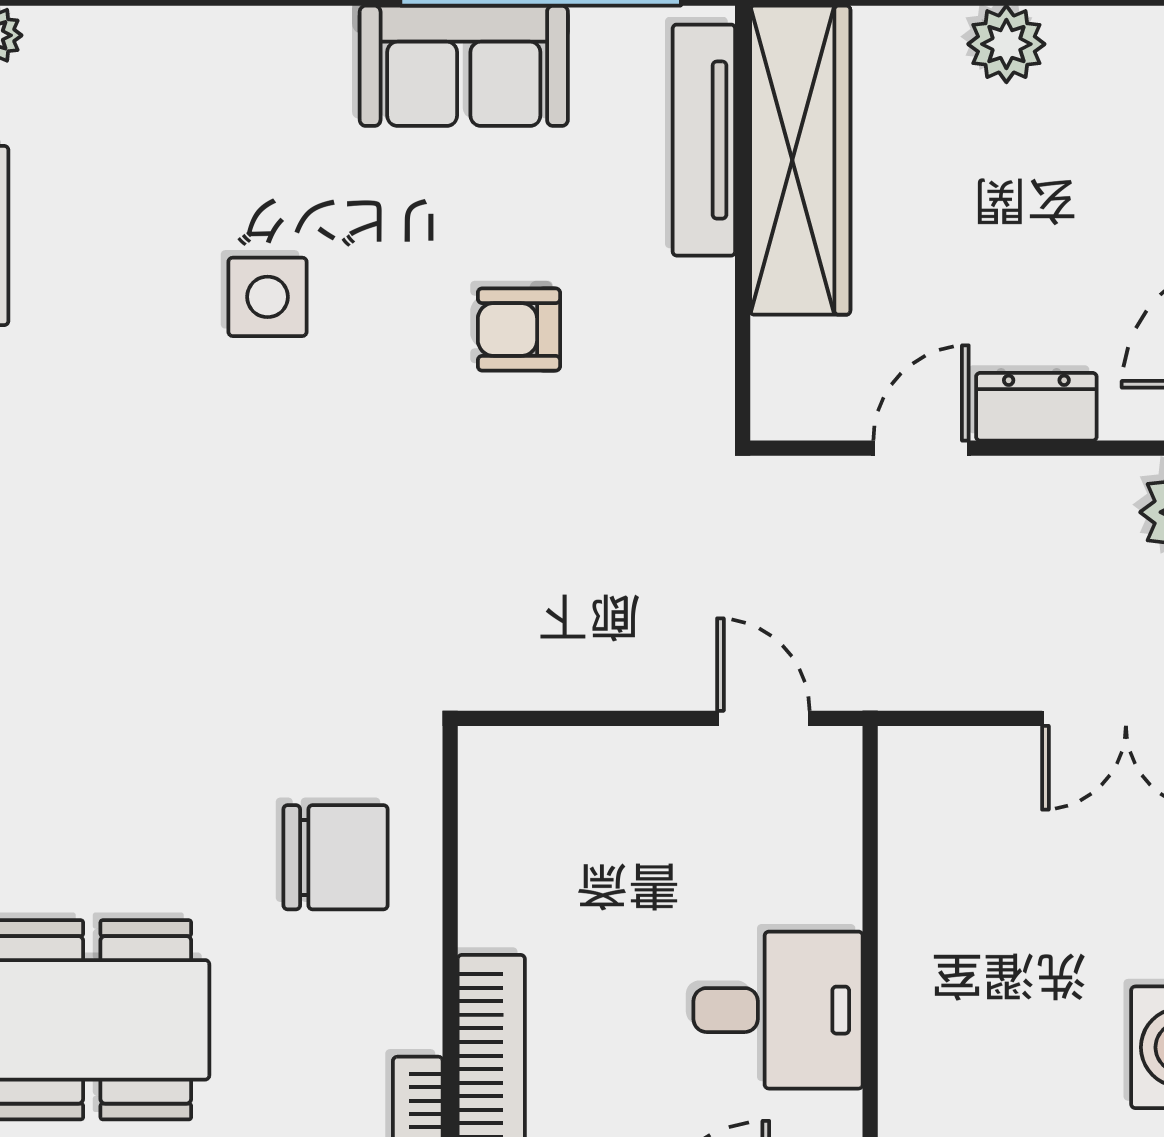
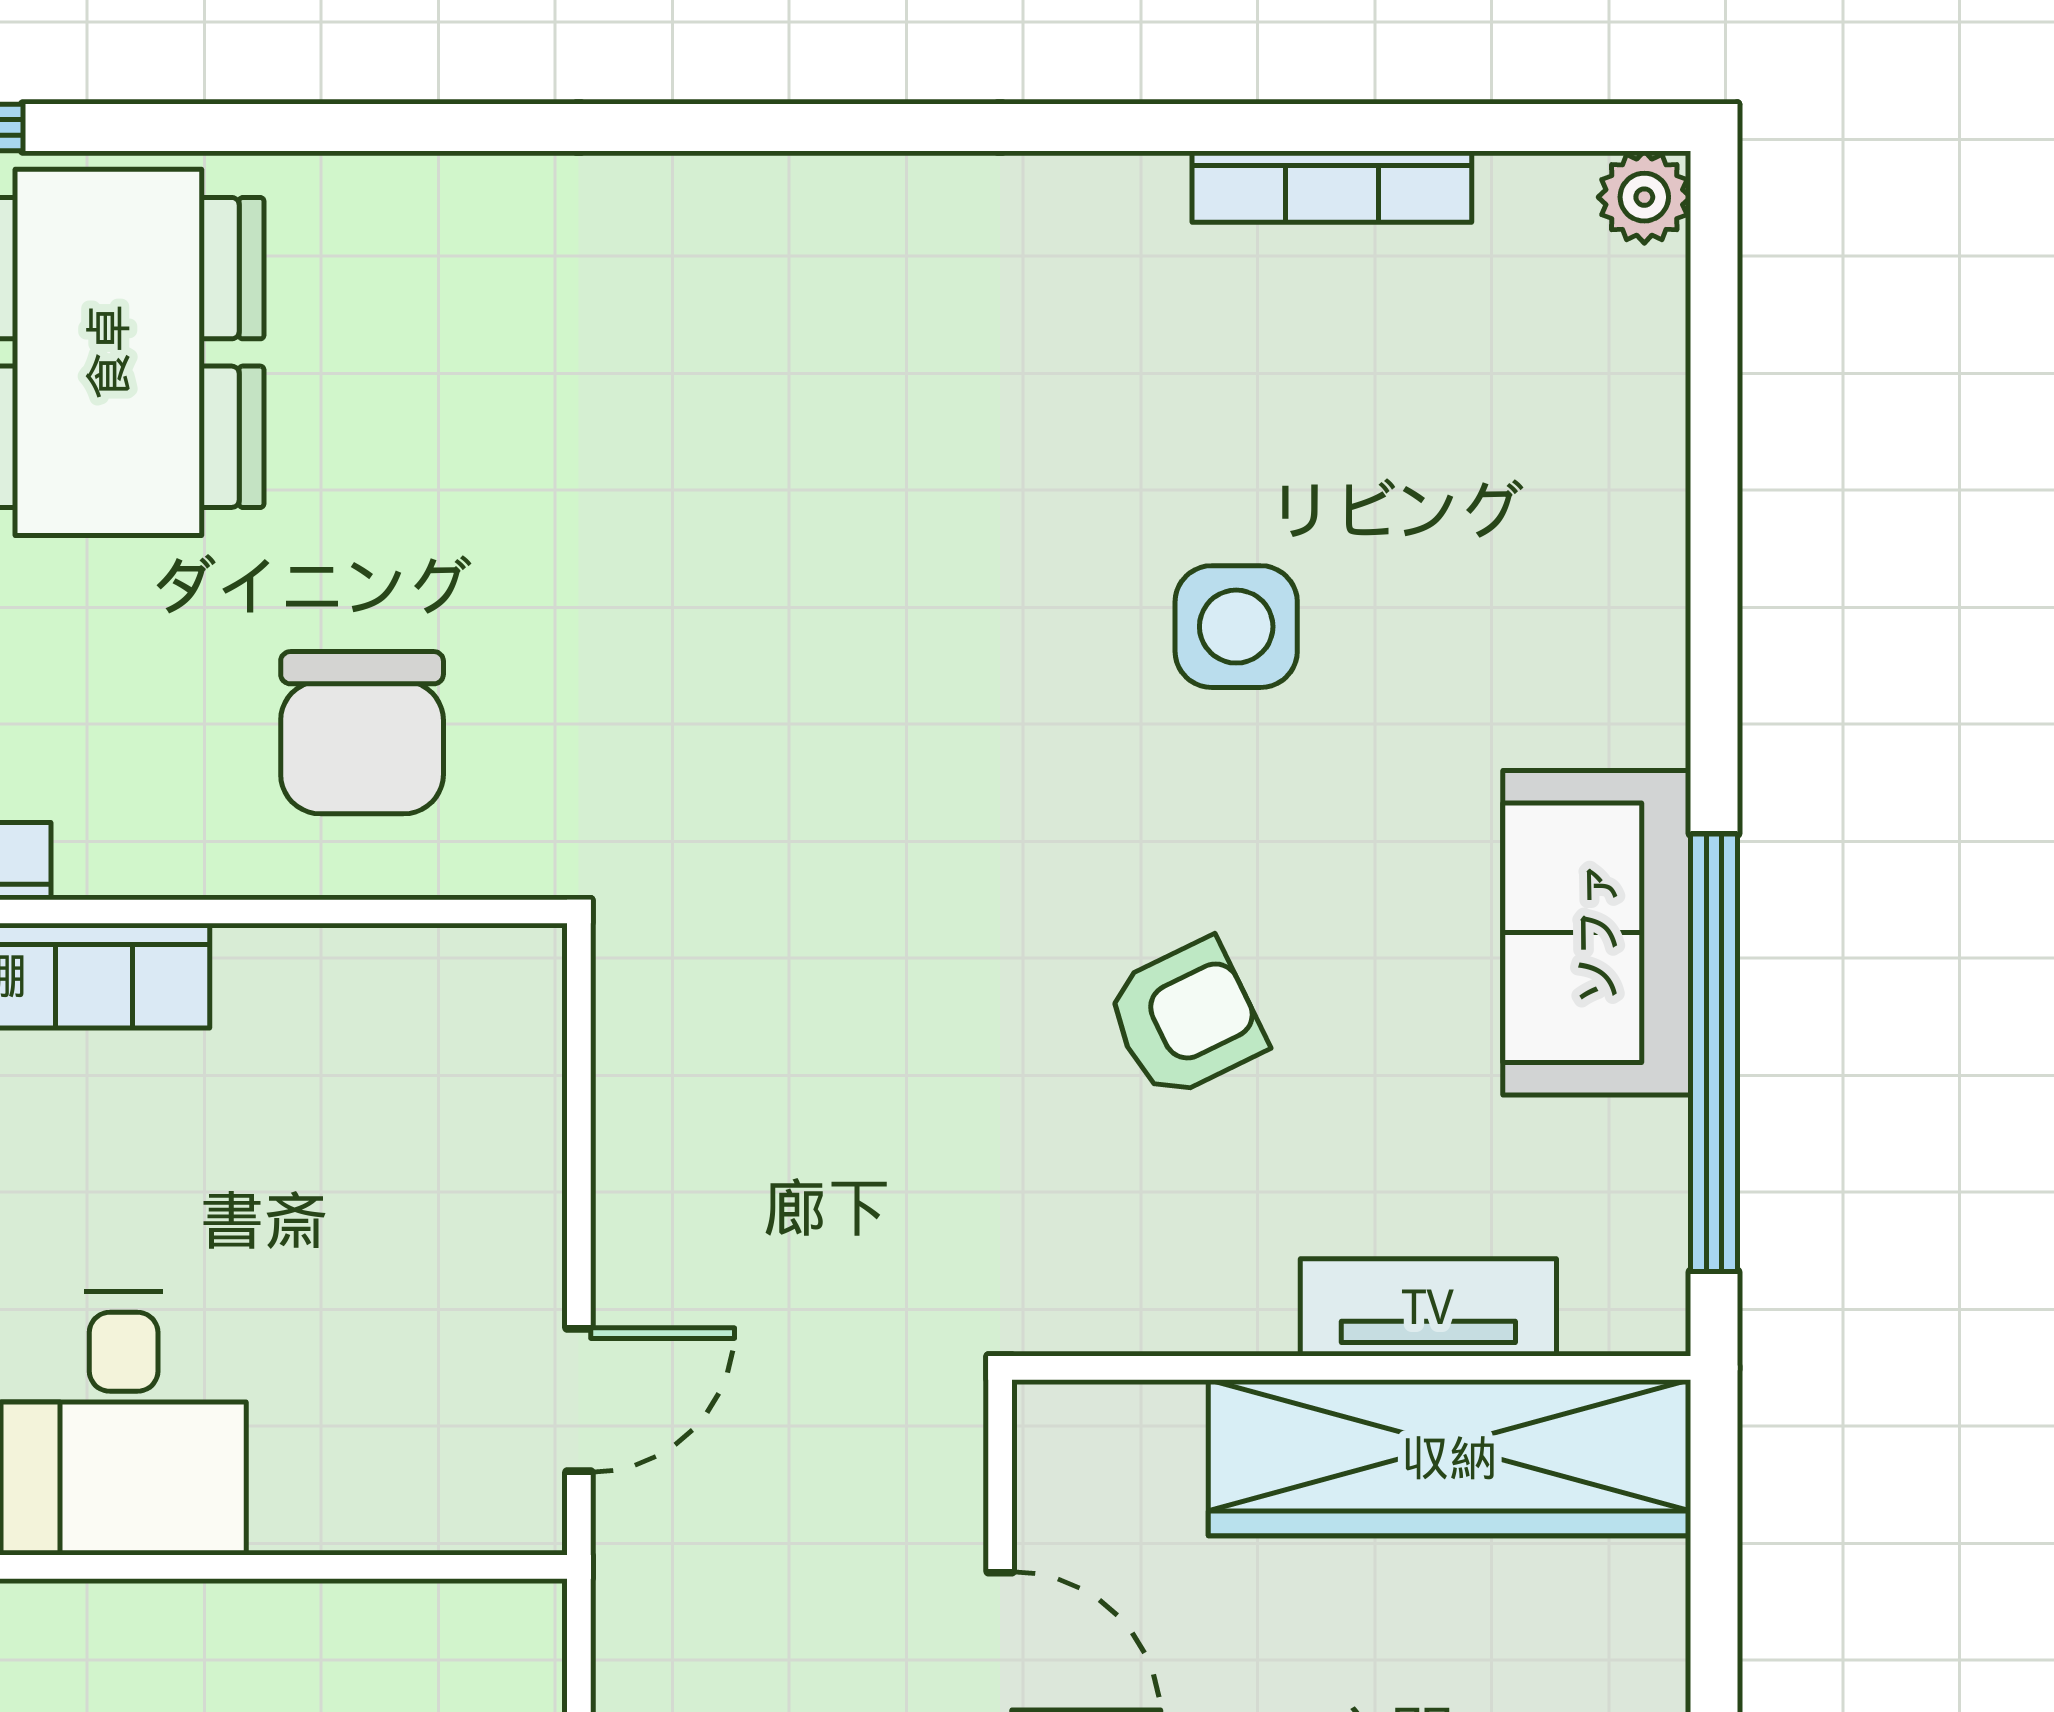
tv unit: (704, 140) -> (1428, 1307), width x0.71
armchair: (519, 330) -> (1185, 1019), turned 64

